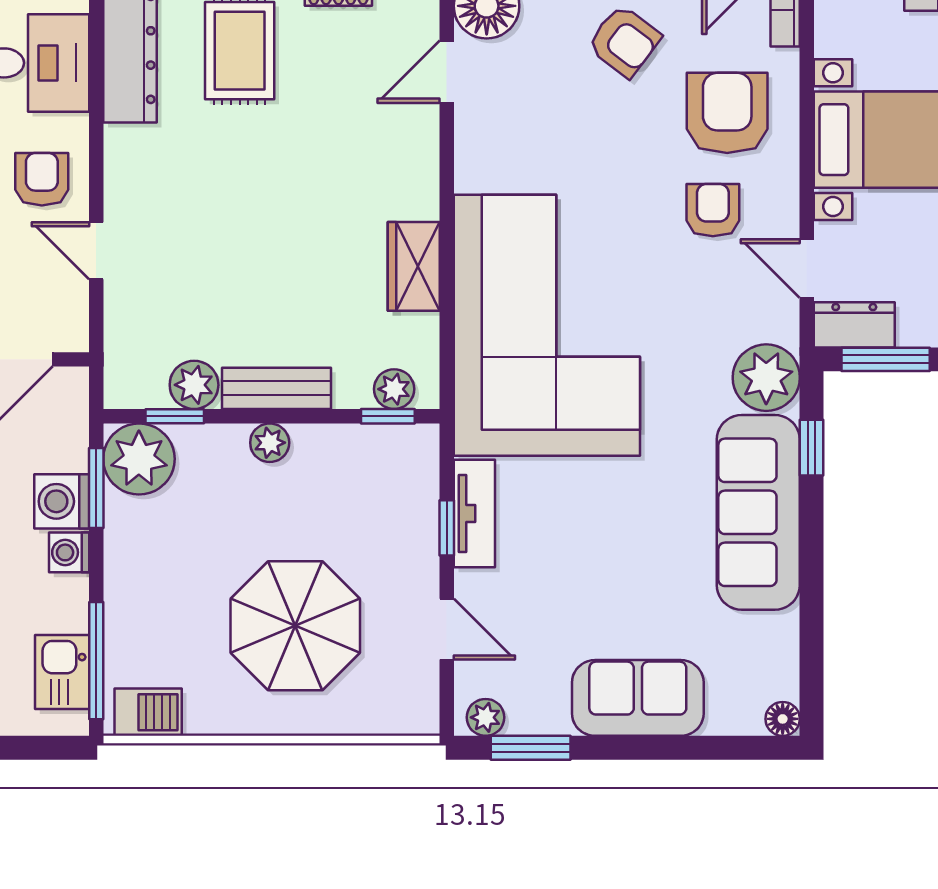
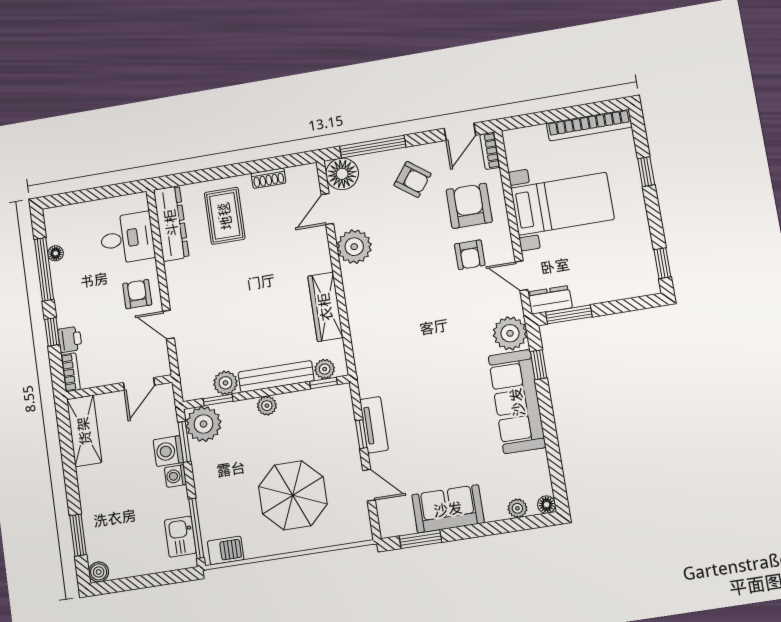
plant: (489, 156) -> (354, 247), added
armchair: (713, 210) -> (470, 255), turned 180
wardrobe: (414, 266) -> (325, 307), width x1.50
corner sofa: (547, 325) -> (396, 325), removed
bench: (276, 388) -> (276, 376), width x1.36
sofa: (638, 698) -> (448, 509), moved
plant: (486, 717) -> (517, 508), moved

